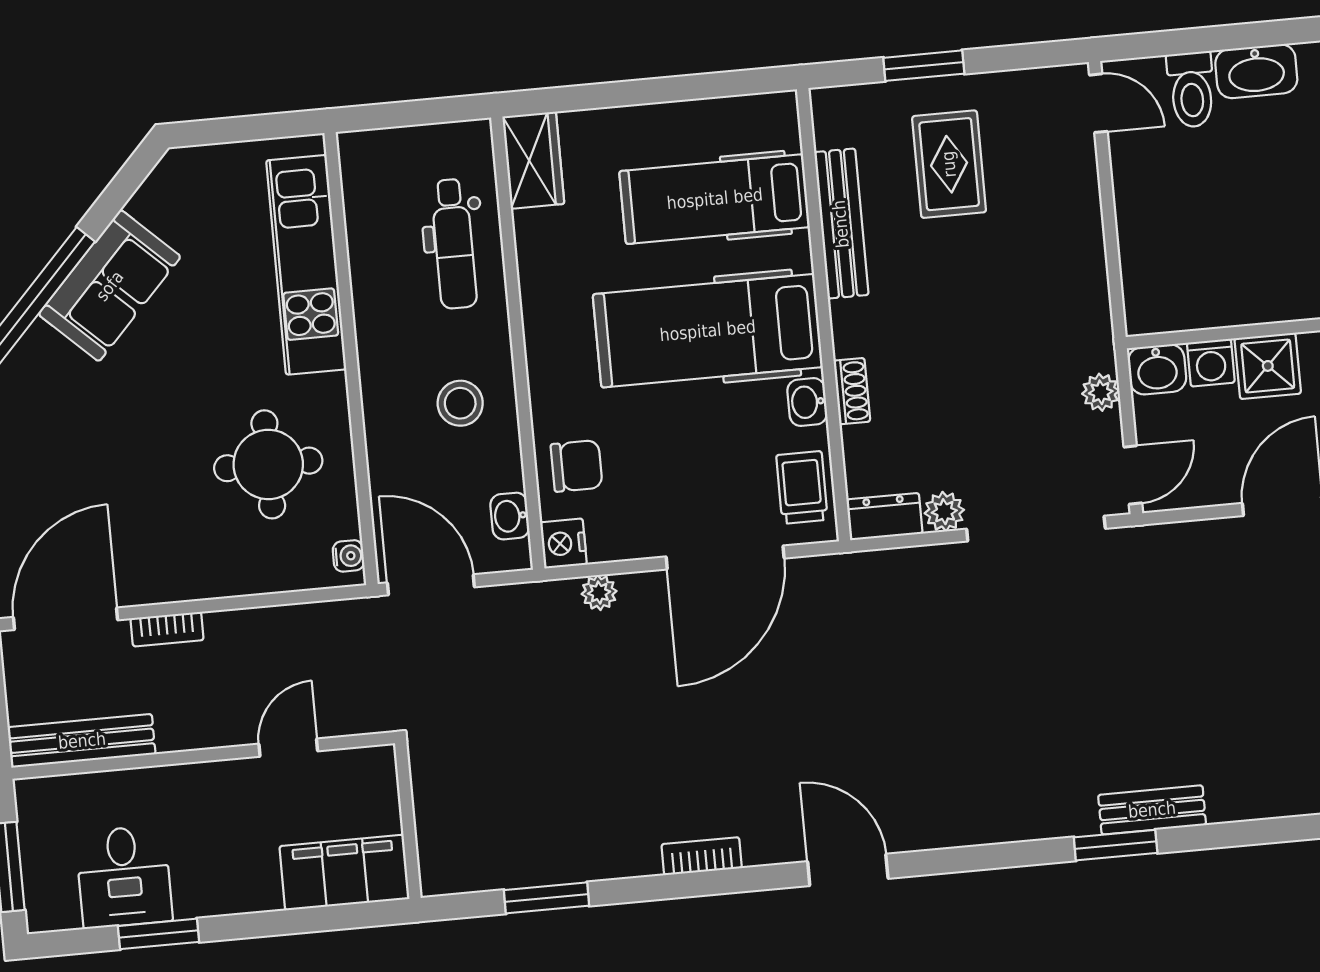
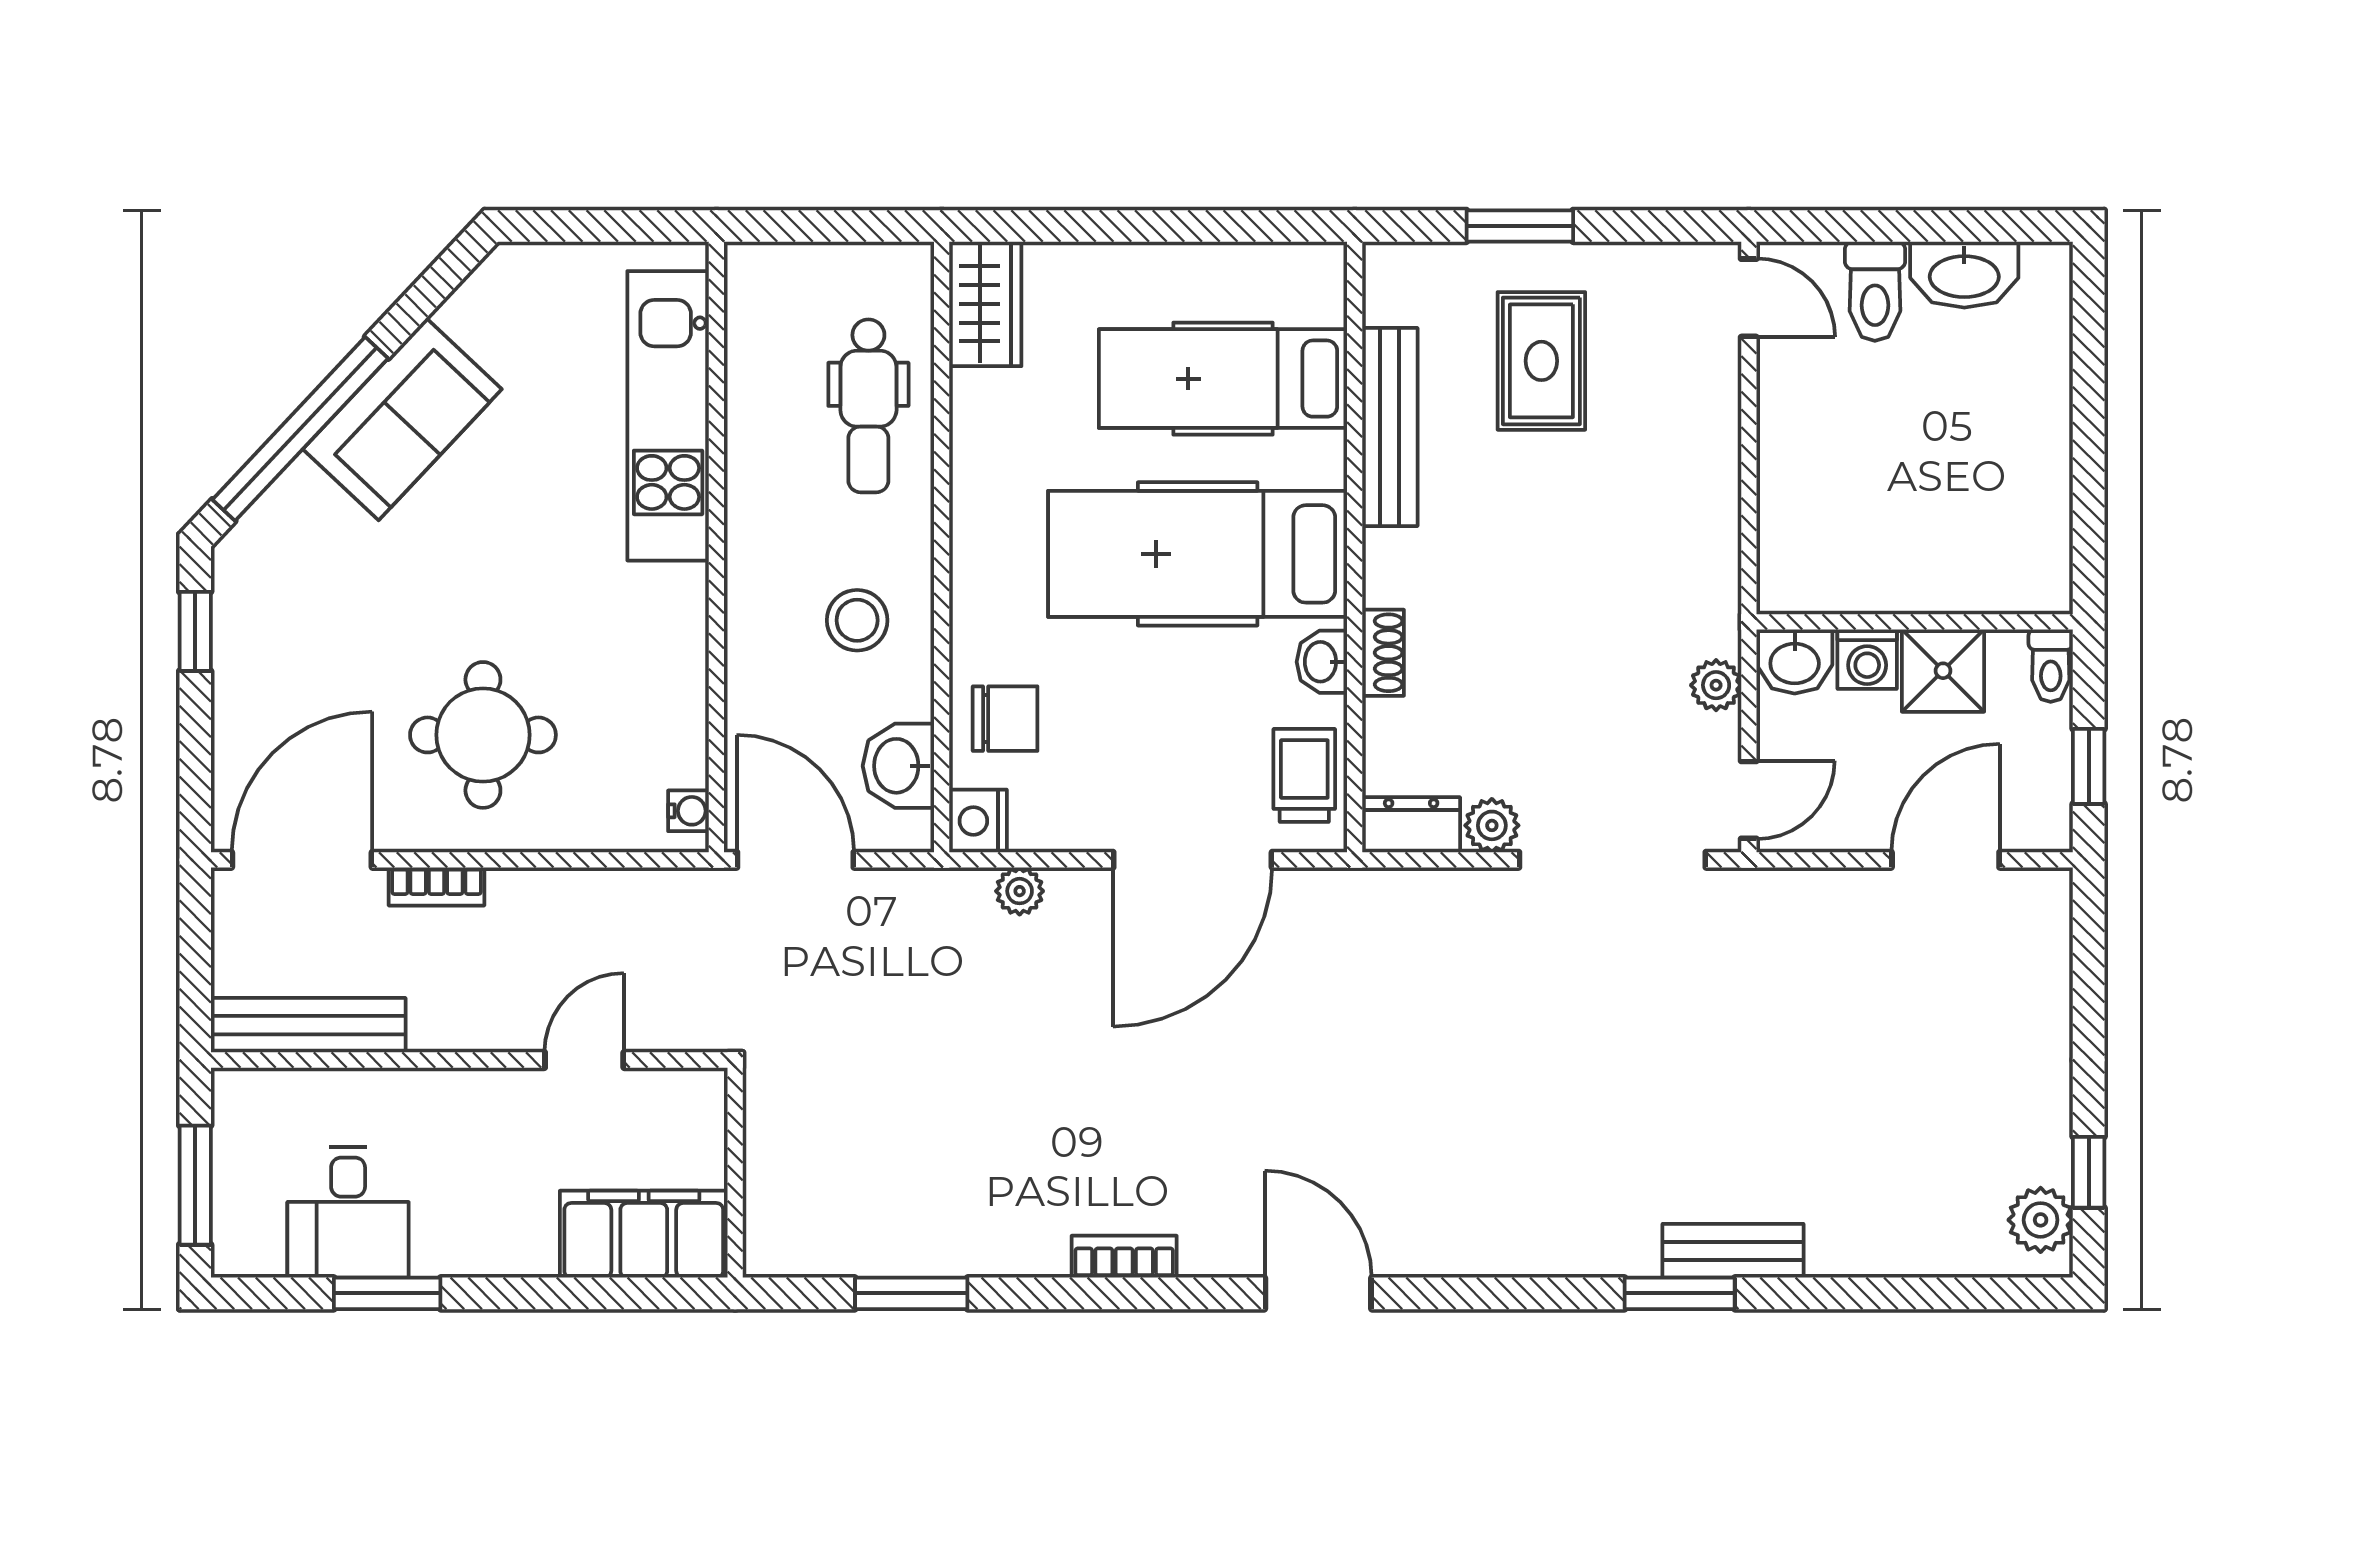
round table: (268, 464) -> (483, 735), moved
washbasin: (510, 516) -> (898, 766), width x1.38, depth x1.45

